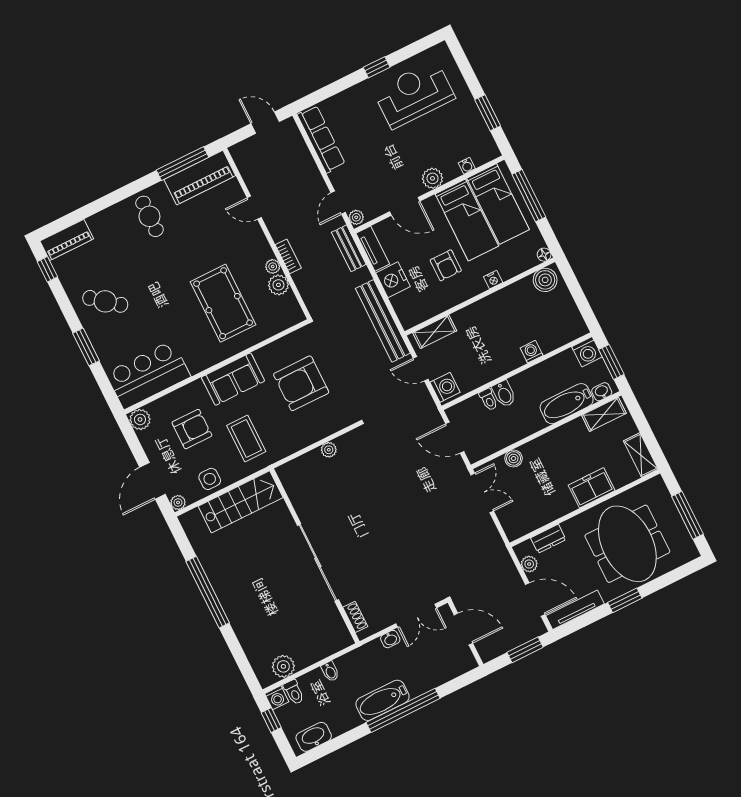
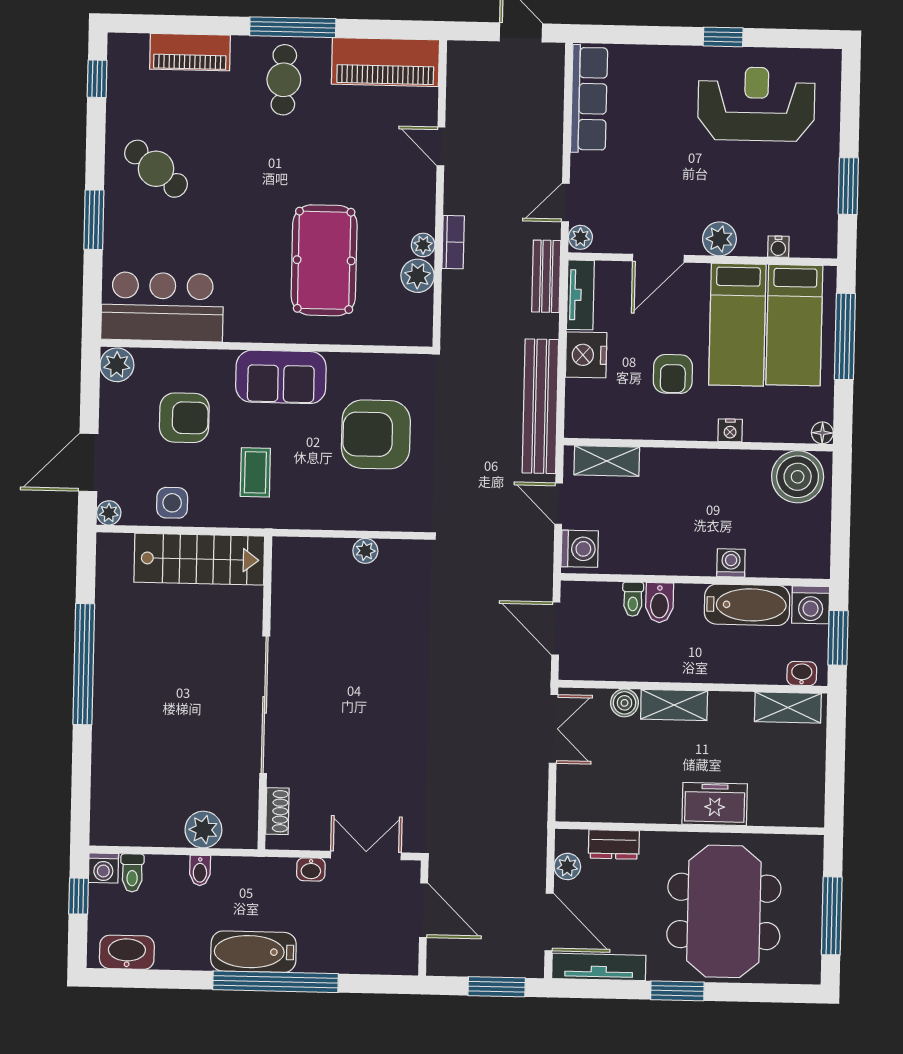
window: (183, 164) -> (293, 27), moved
door: (405, 206) -> (658, 258), hinge flipped
piano: (67, 240) -> (190, 52), moved
boiler: (545, 280) -> (798, 477), width x1.37, depth x1.37
bathtub: (567, 404) -> (747, 605), moved, turned 180
coffee table: (246, 438) -> (255, 472), width x0.73, depth x0.77
shelving: (641, 455) -> (674, 705), moved, turned 90
double door: (416, 616) -> (366, 855), swing flipped
plant: (283, 666) -> (203, 830), moved

